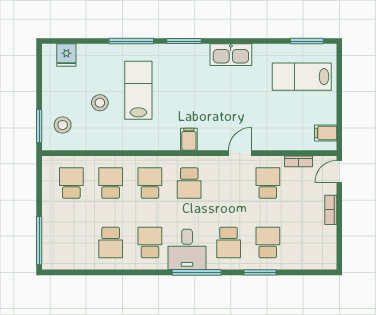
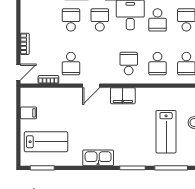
filing cabinet: (326, 133) -> (28, 113), moved
filing cabinet: (189, 139) -> (123, 96), width x2.00
school desk: (268, 242) -> (71, 20), turned 180

